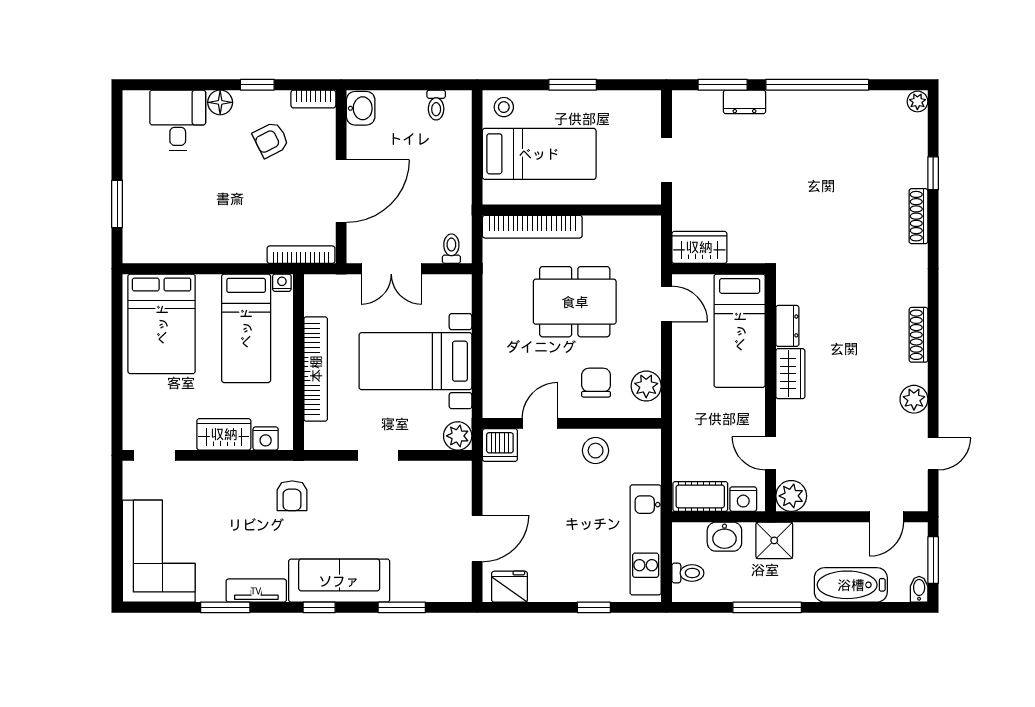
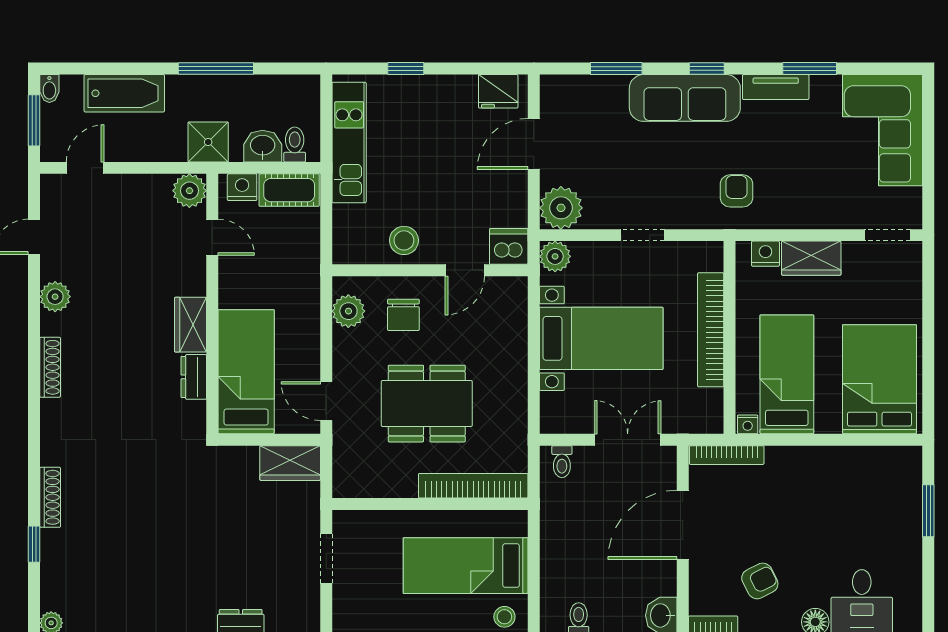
plant: (452, 480) -> (561, 208), added
toilet: (688, 573) -> (295, 145), moved, turned 90

